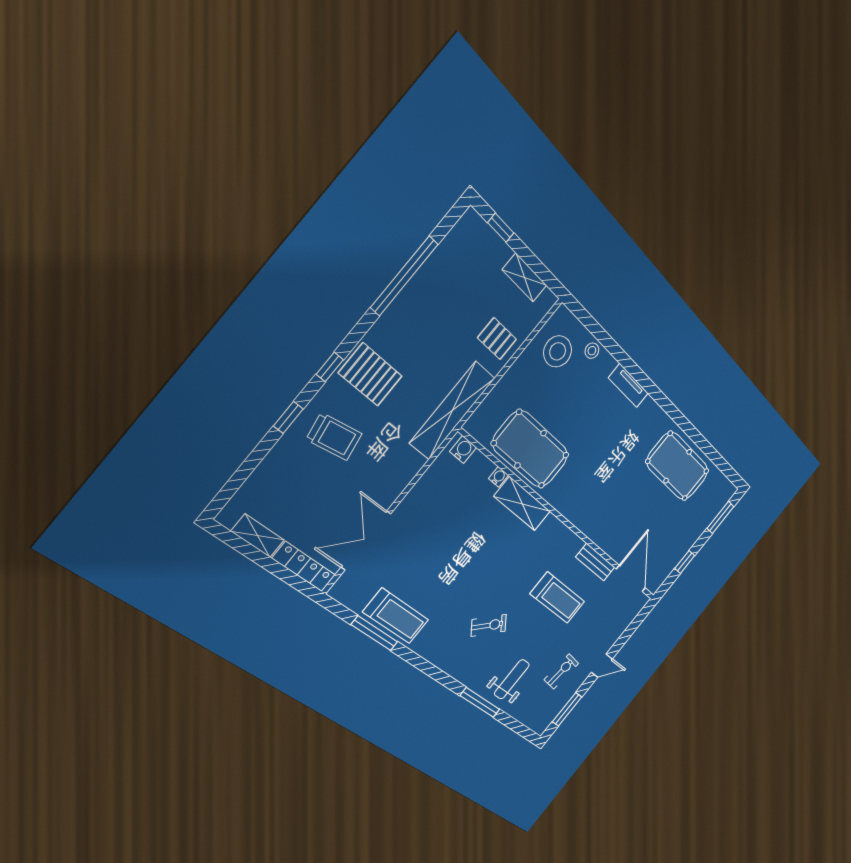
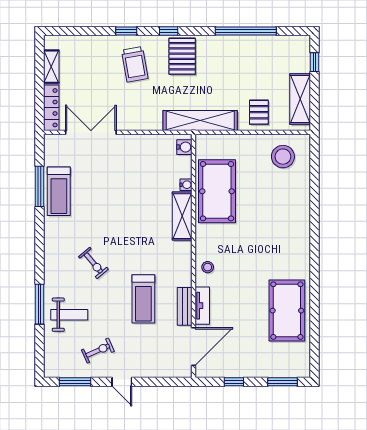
shelving: (524, 278) -> (300, 99), width x1.50, depth x1.33
stool: (592, 351) -> (208, 267), moved
tv unit: (628, 386) -> (202, 306), moved, turned 180
exercise bike: (561, 671) -> (98, 351), turned -31

